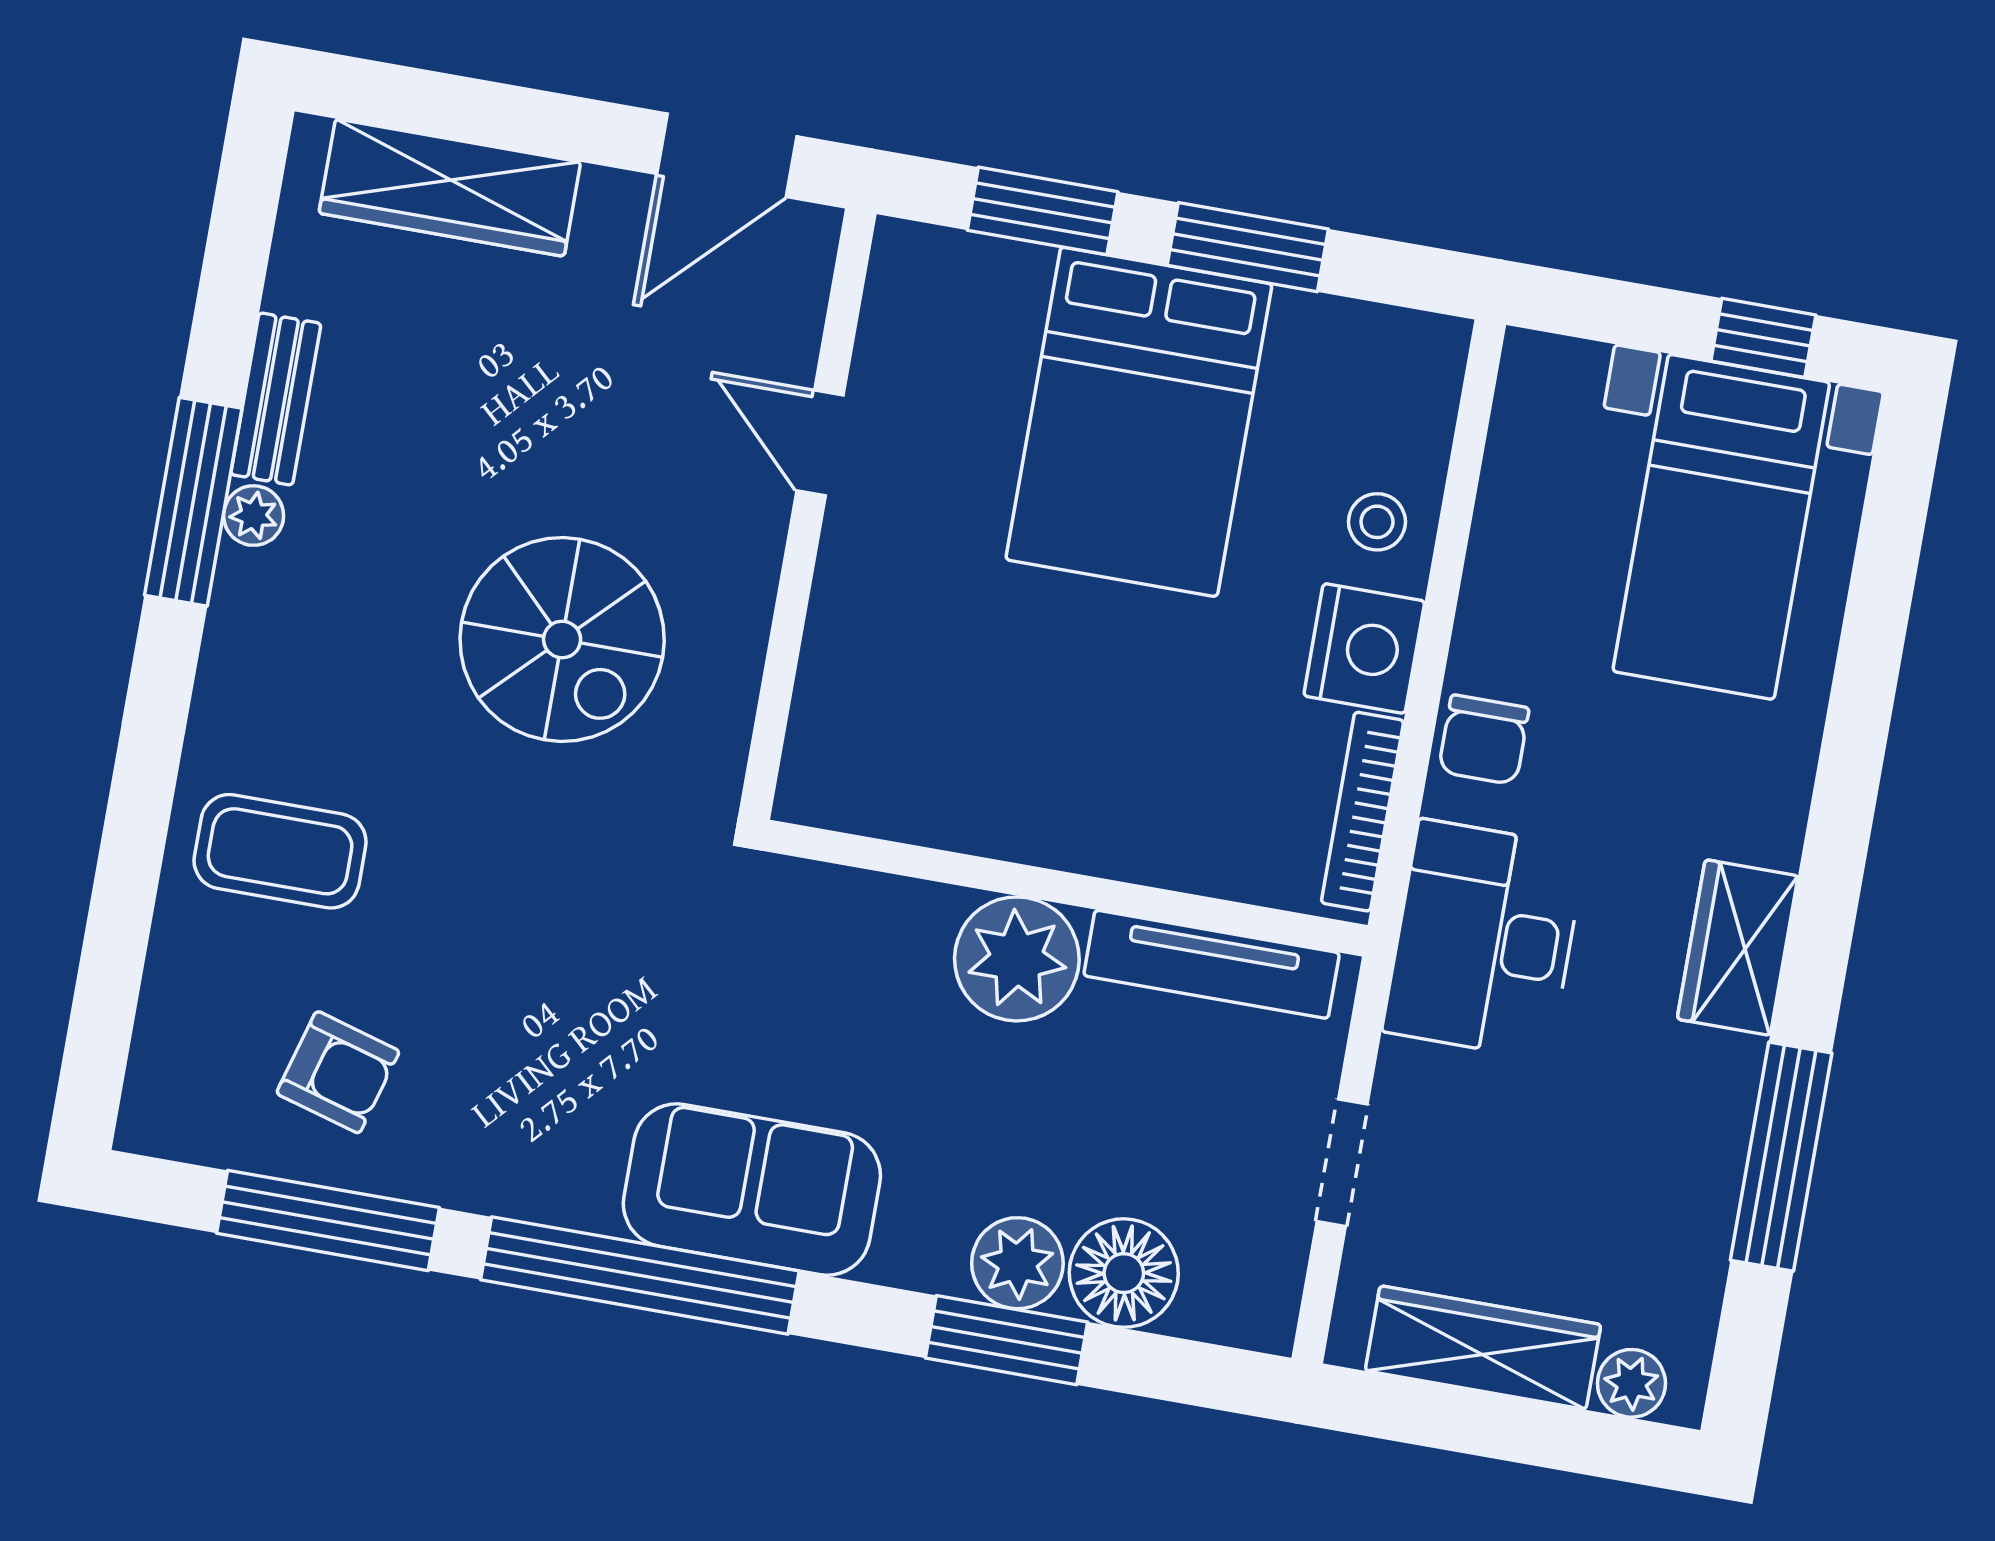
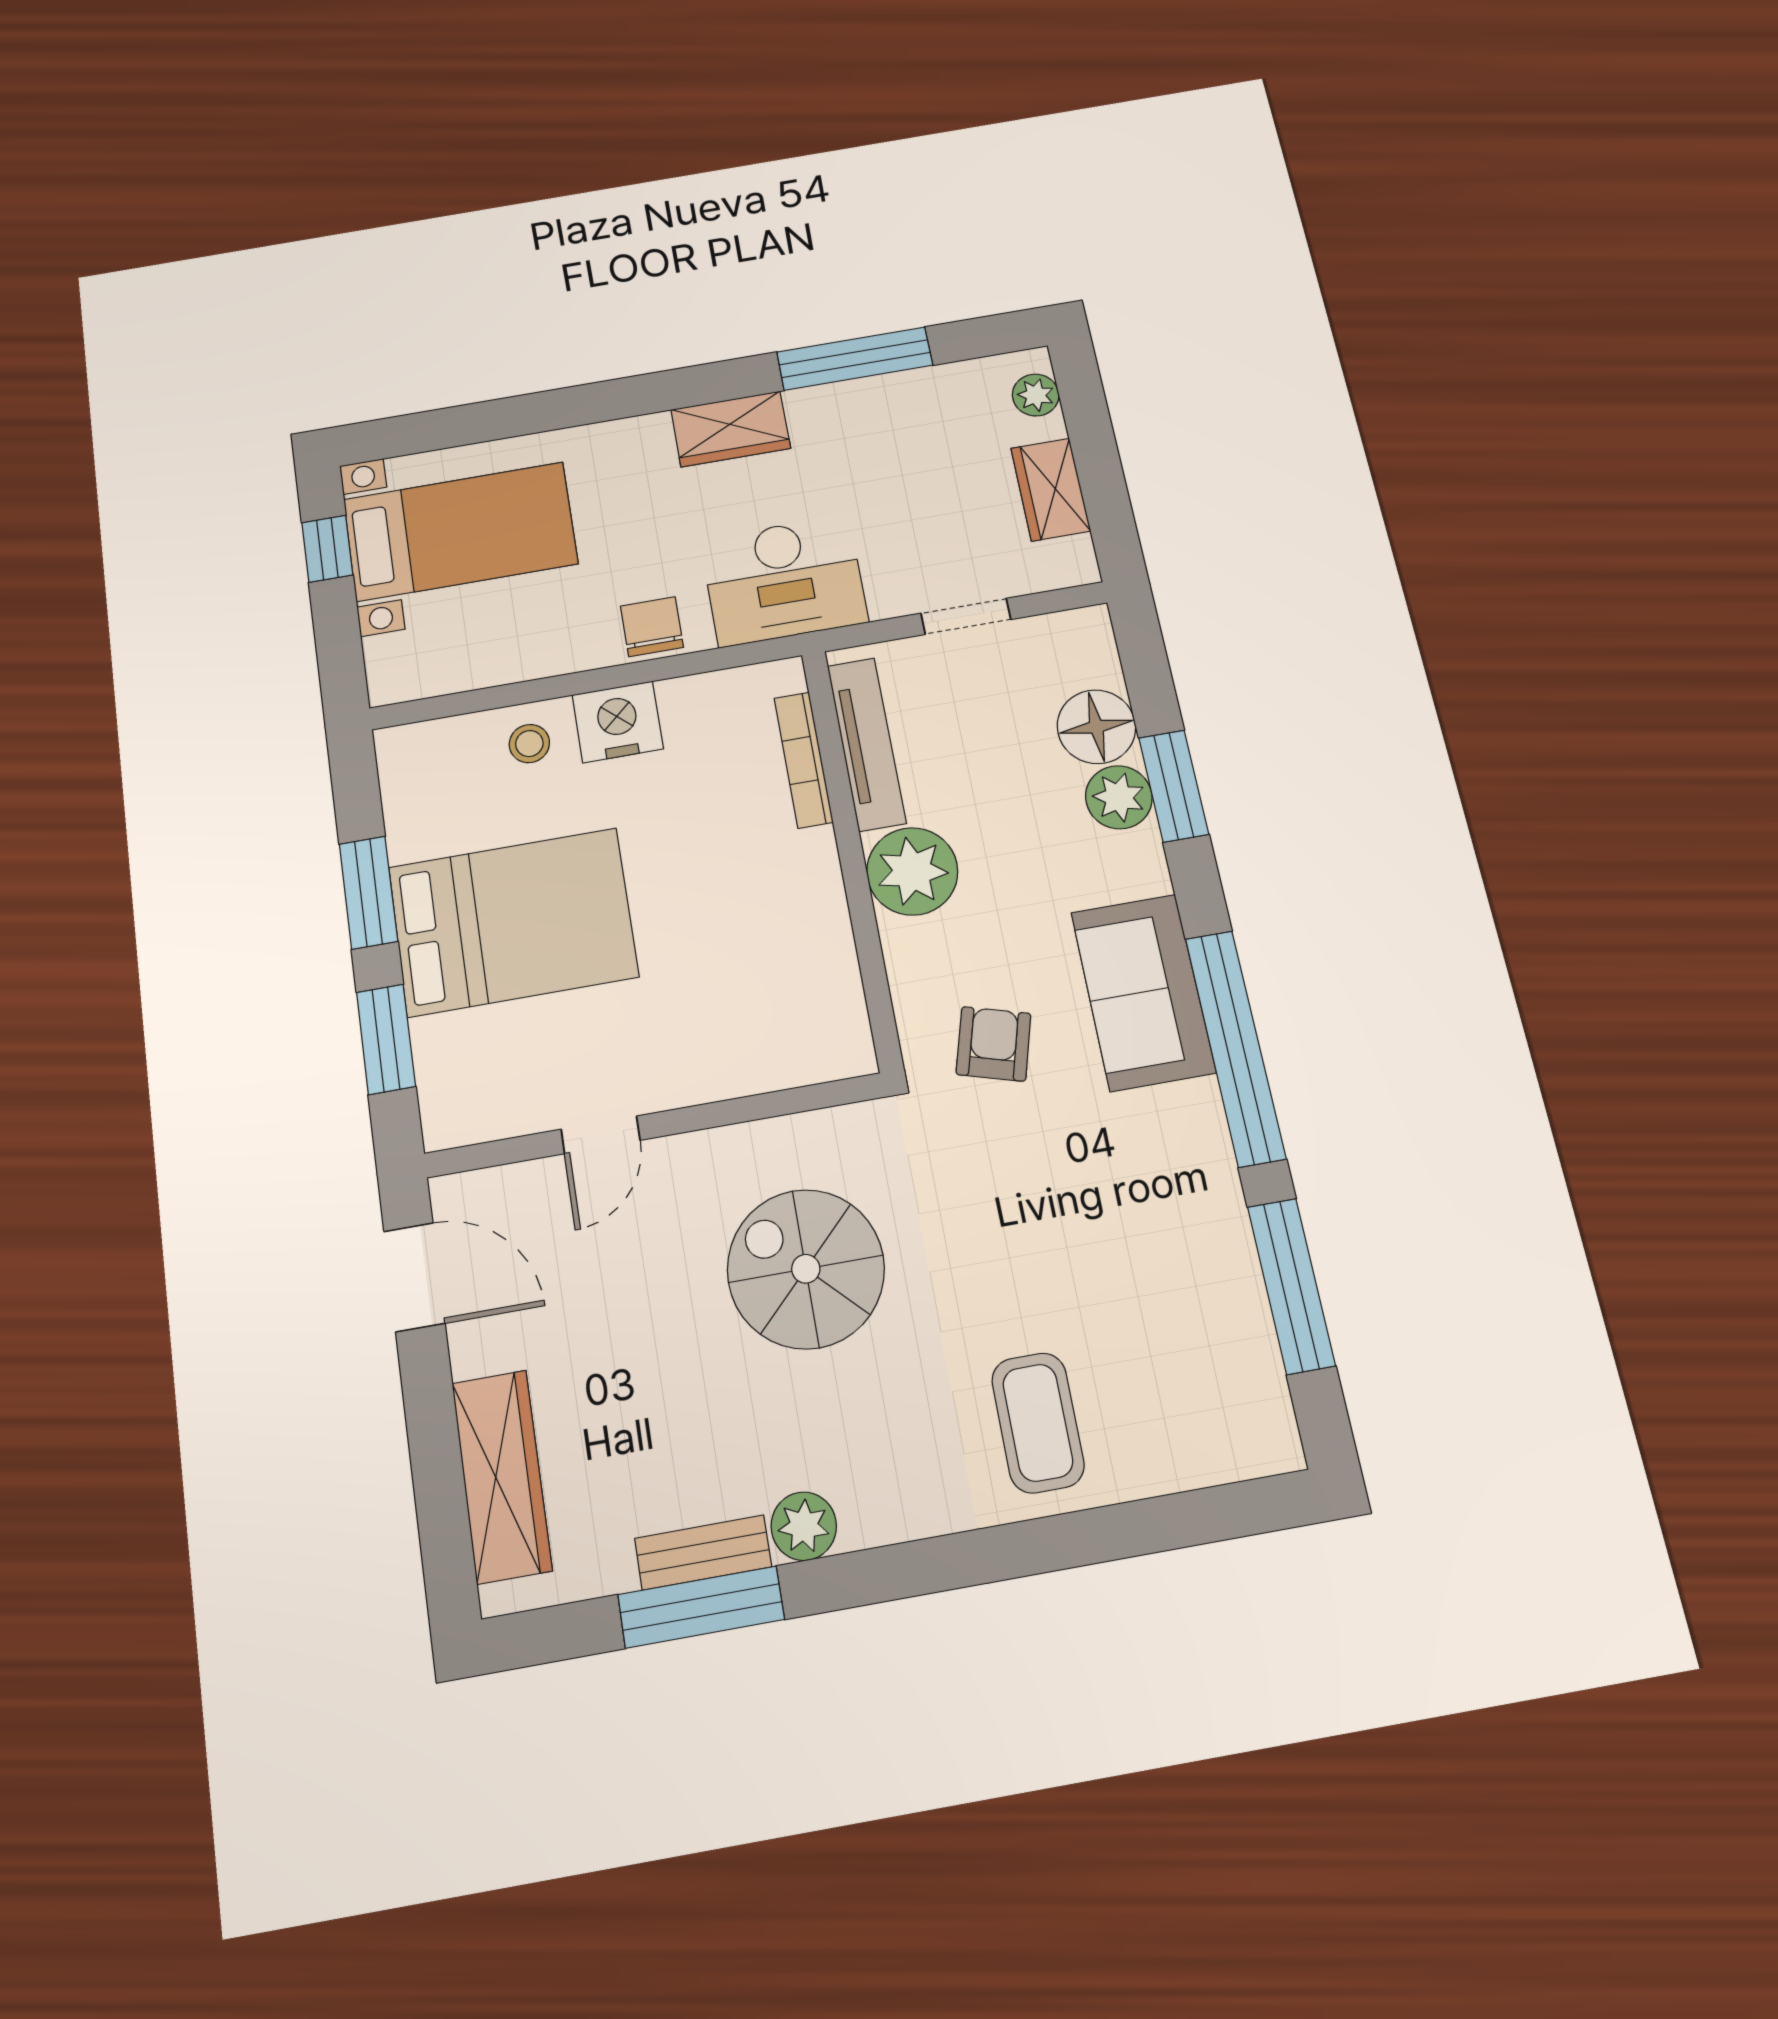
window: (193, 502) -> (701, 1607), moved
plant: (254, 516) -> (804, 1526), width x1.38, depth x1.38
spiral stairs: (562, 640) -> (806, 1269), turned -90
chair: (1484, 740) -> (652, 627), turned -90
bookcase: (1362, 812) -> (803, 760), moved, turned 90
armchair: (338, 1072) -> (994, 1044), moved
wardrobe: (1483, 1348) -> (1051, 490), width x0.67

